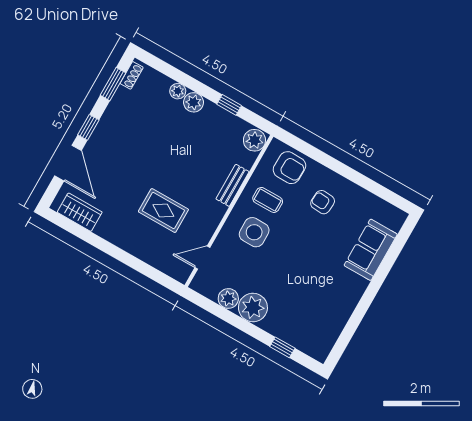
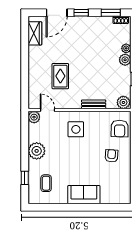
coffee table: (268, 200) -> (46, 183), moved
sofa: (371, 250) -> (84, 195), moved
plant: (228, 299) -> (34, 117), moved

